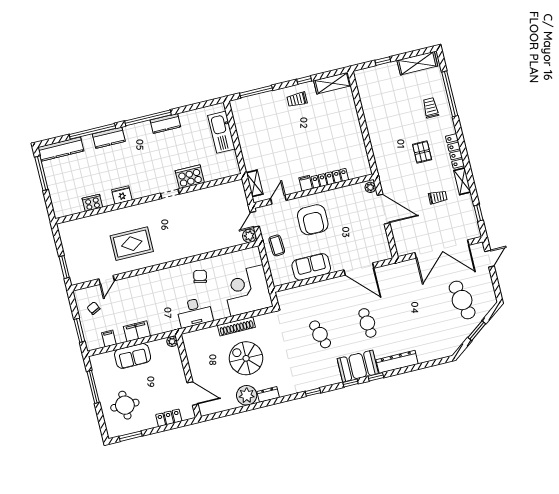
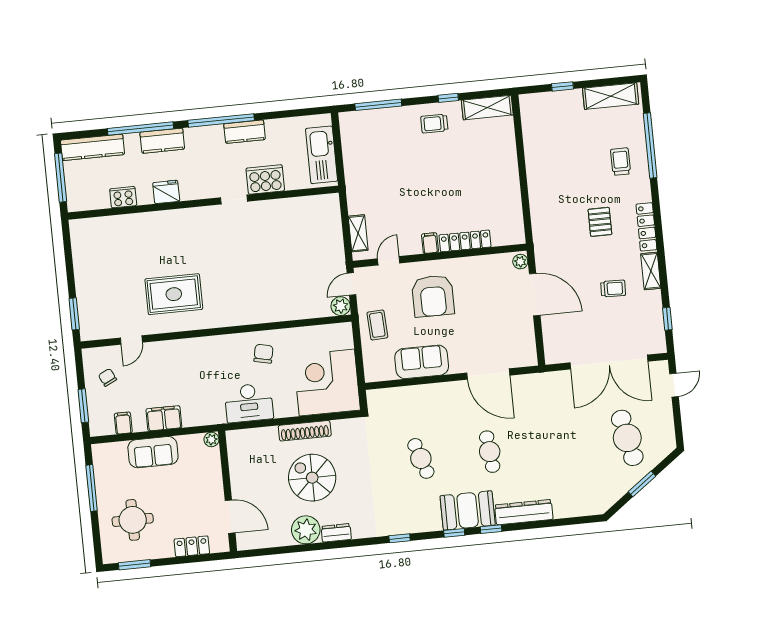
cooker: (190, 177) -> (265, 179), moved
doorway: (170, 194) -> (234, 200), moved
fridge: (122, 195) -> (166, 192), moved
wall: (149, 199) -> (203, 203), moved
cooker: (92, 203) -> (123, 197), moved

